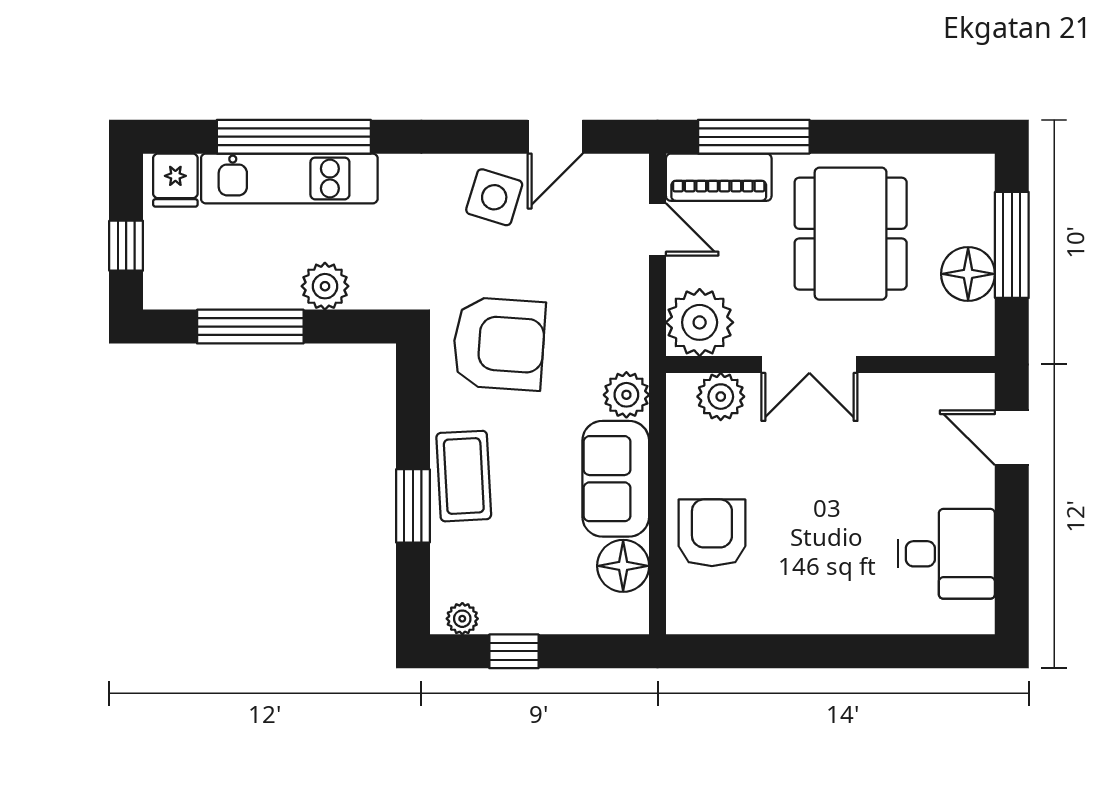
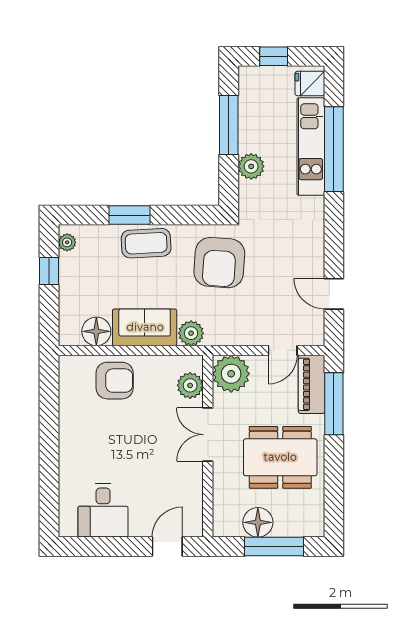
side table: (494, 197) -> (300, 260), removed

